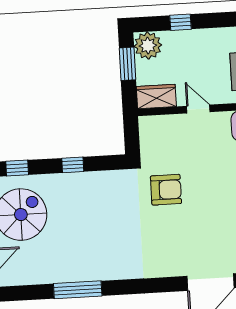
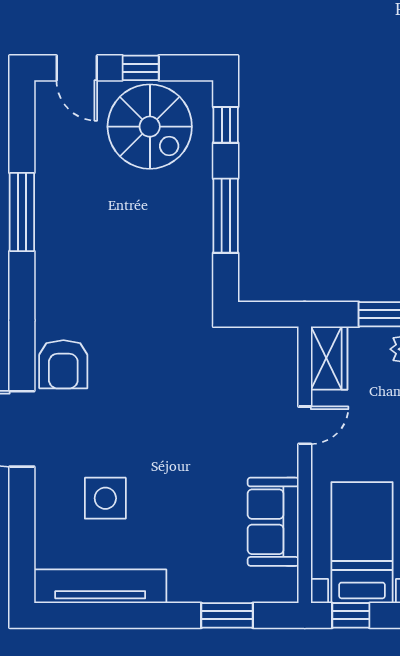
window: (73, 165) -> (226, 216), width x2.17
armchair: (166, 190) -> (63, 364), moved

